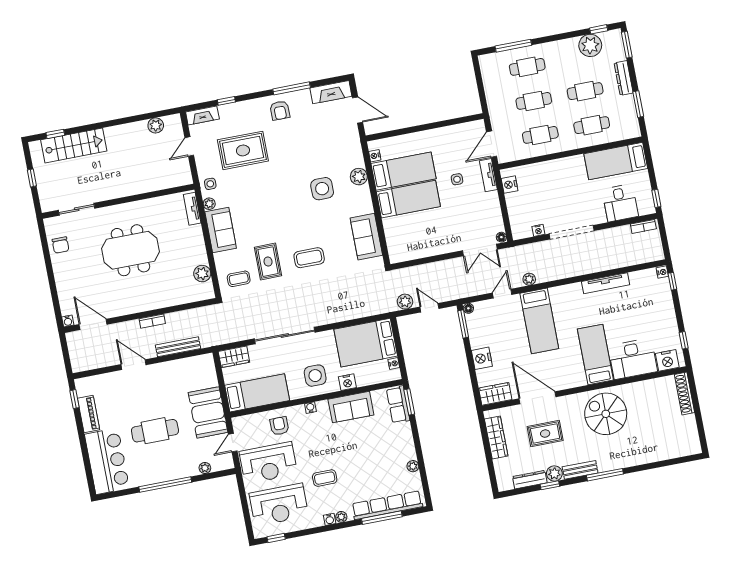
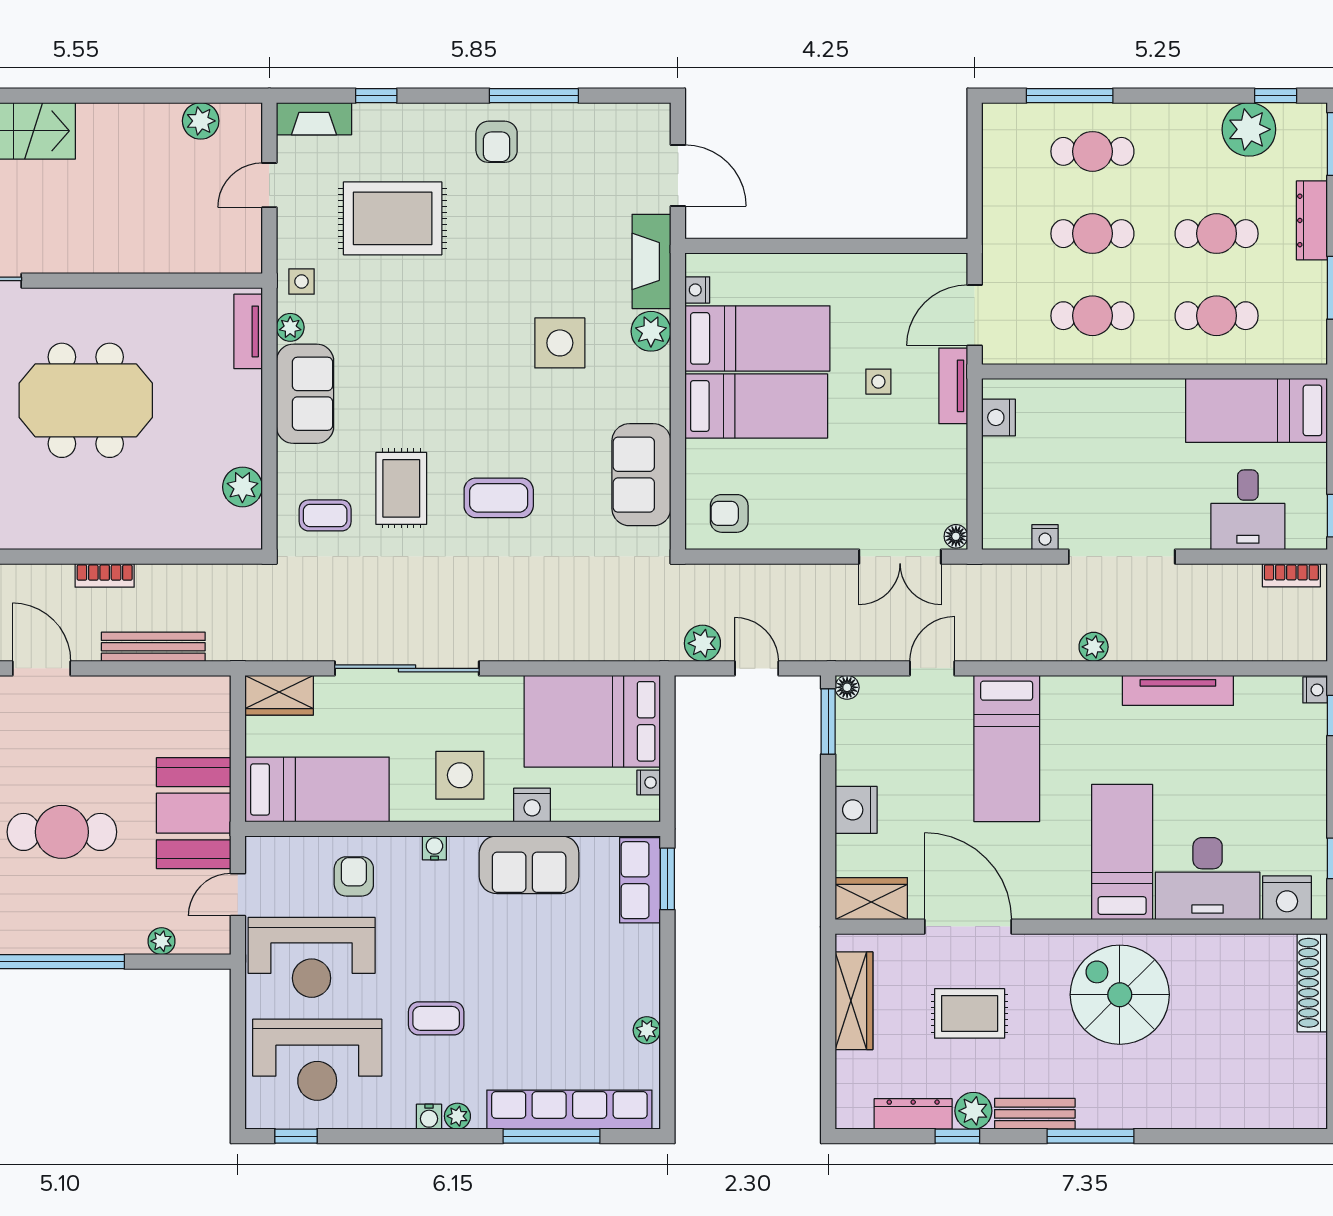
fireplace: (331, 92) -> (652, 261), moved, turned 90
armchair: (406, 246) -> (729, 513), added
plant: (529, 279) -> (1094, 647), moved

